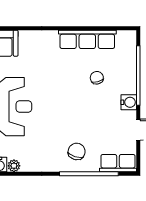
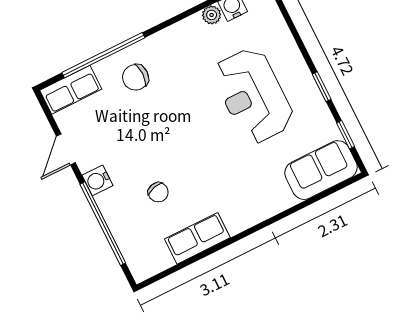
row of seats: (87, 39) -> (197, 238), width x0.68
chair: (77, 151) -> (136, 77), turned 73

